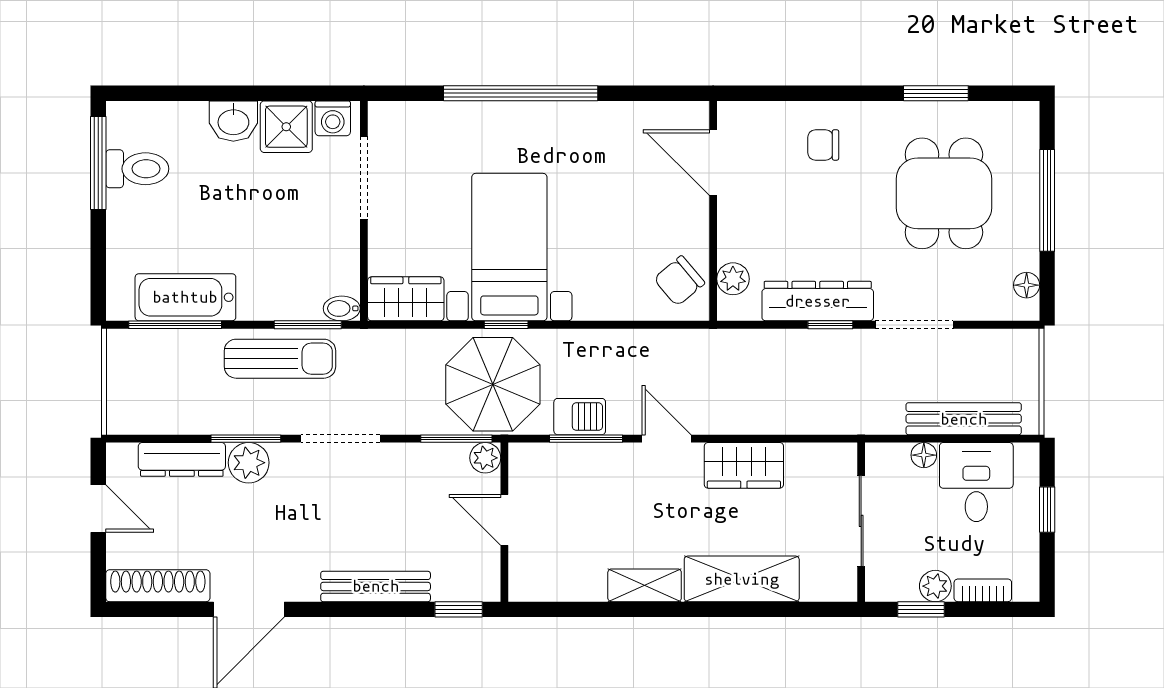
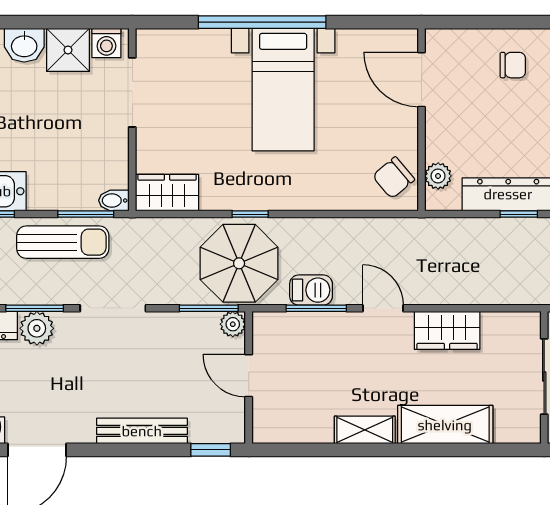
chair: (823, 145) -> (513, 65), turned 180
bed with nightstands: (509, 247) -> (283, 90), moved, turned 180

